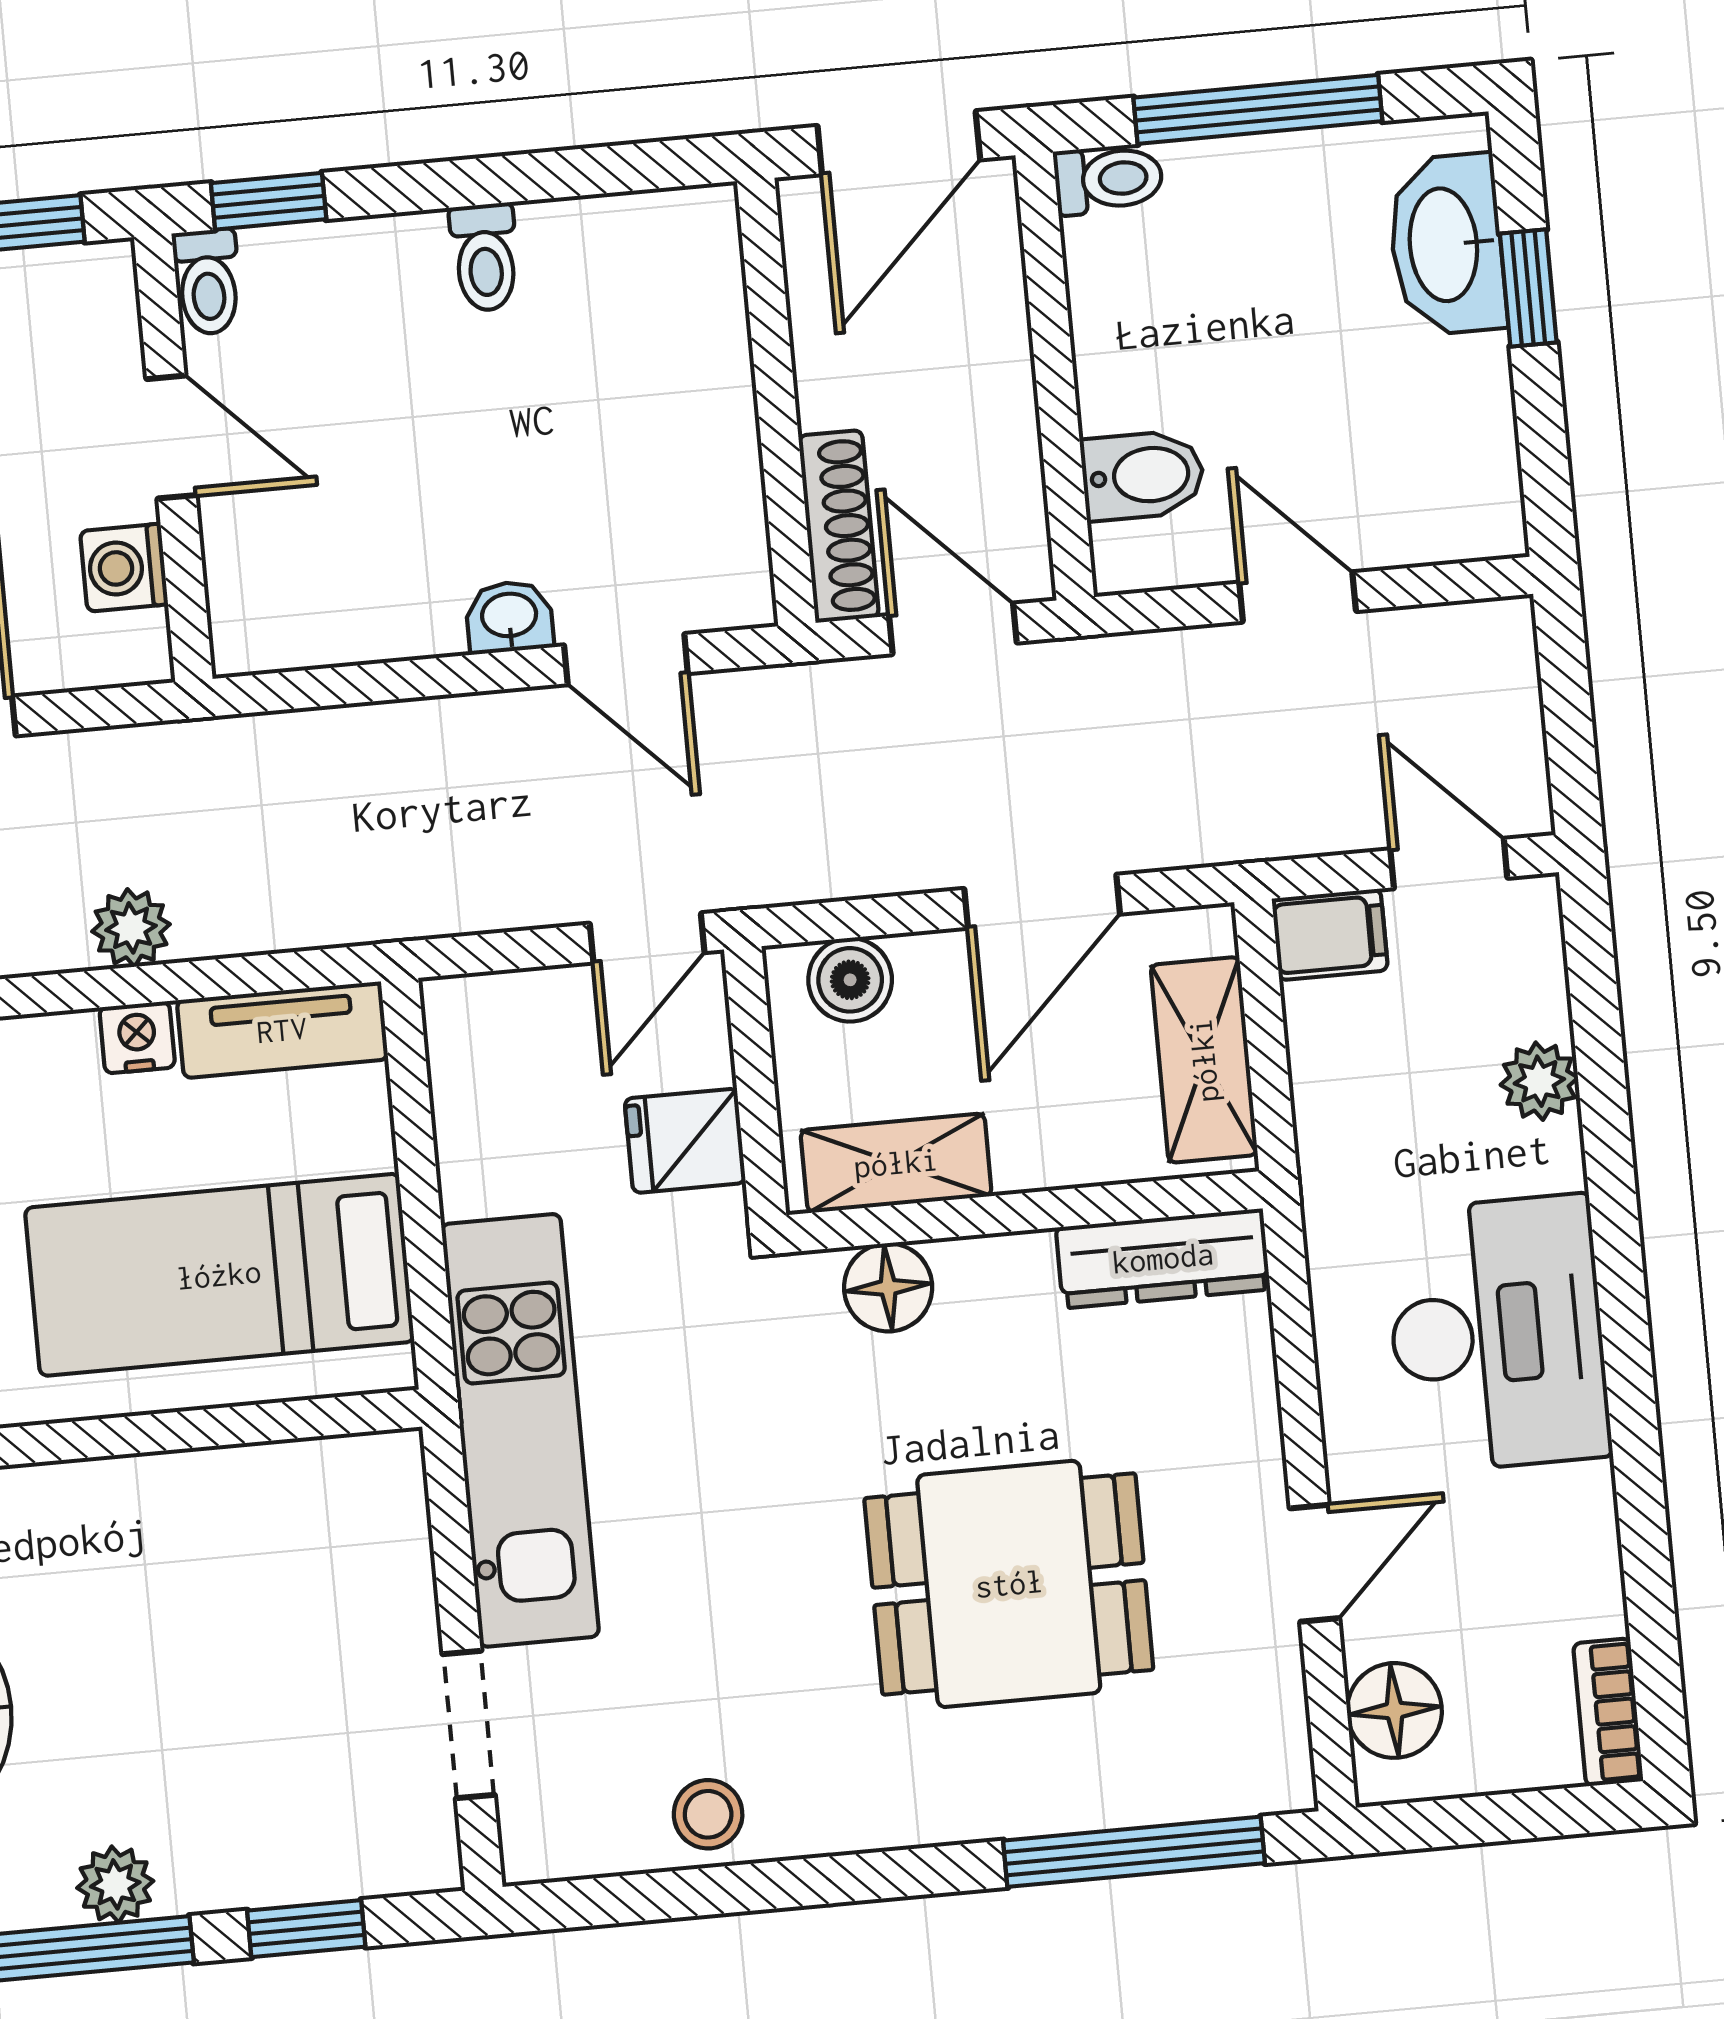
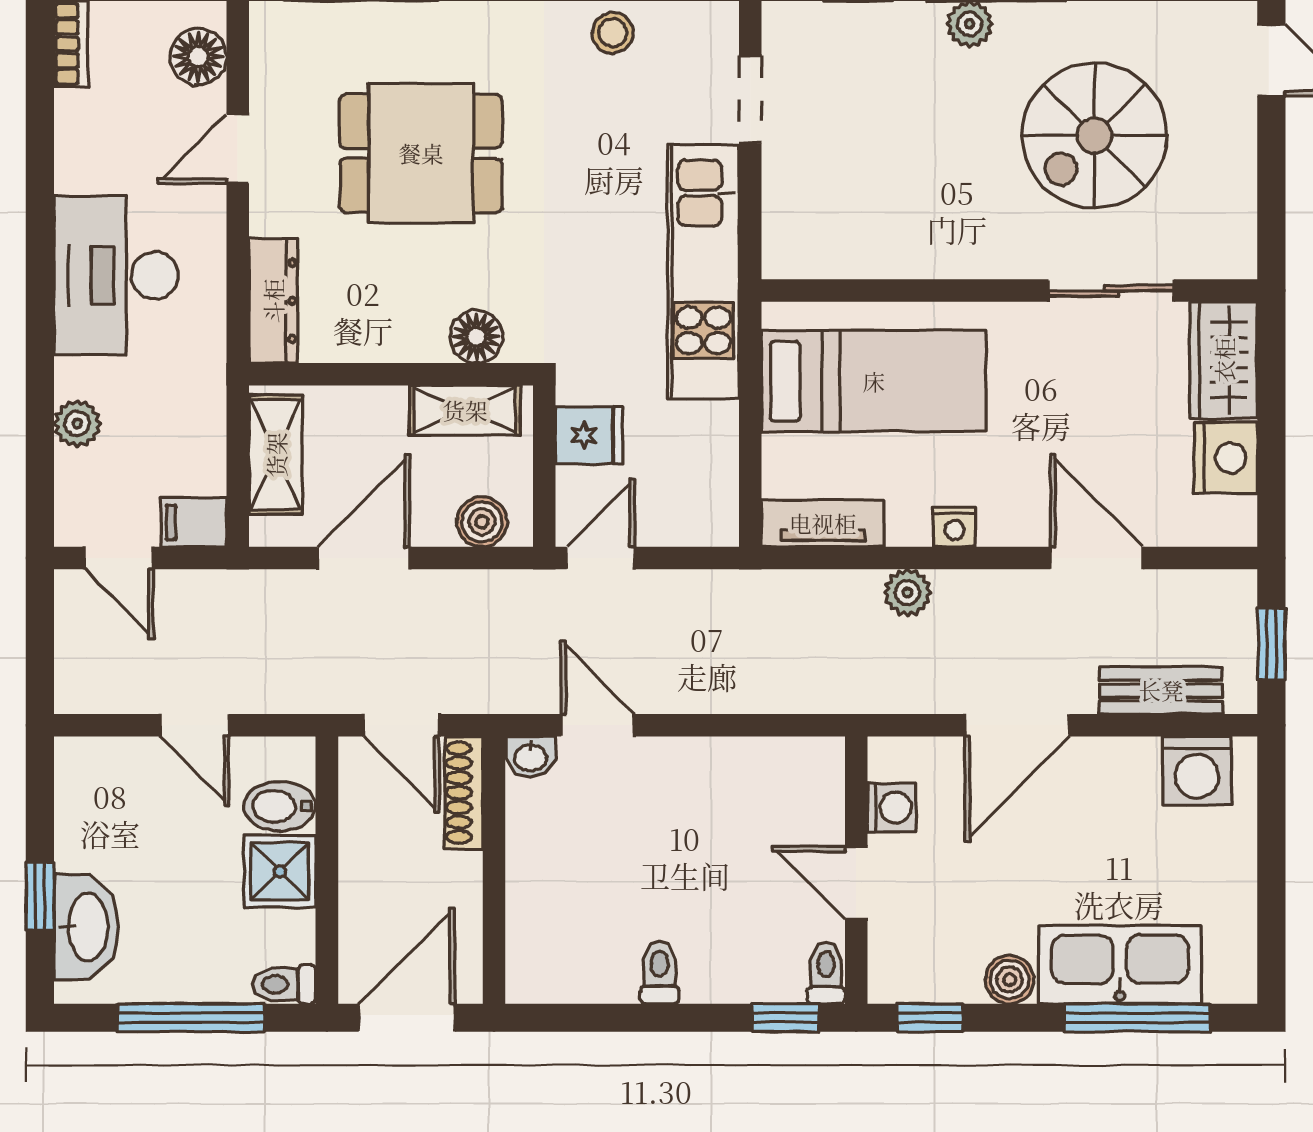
shower: (1133, 367) -> (280, 871), added
washbasin: (509, 617) -> (530, 757), moved
nightstand: (137, 1037) -> (954, 527), moved
dresser: (1163, 1258) -> (273, 301), moved, turned 90

